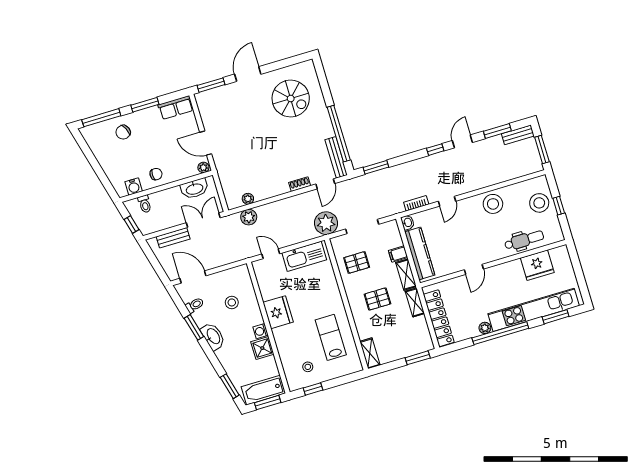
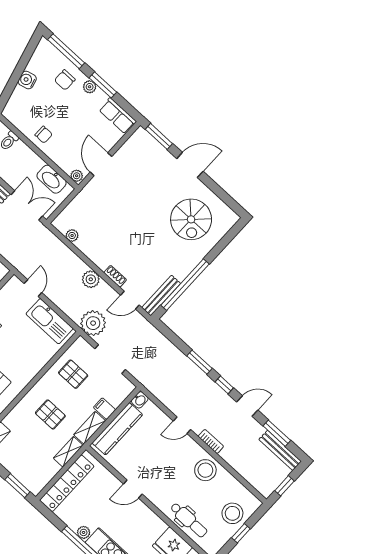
plant: (140, 116) -> (90, 87), added
chair: (123, 132) -> (65, 80), turned -65
bench: (518, 135) -> (280, 450), width x1.36
window: (542, 149) -> (285, 486), width x0.67
window: (376, 167) -> (200, 362), moved
water cooler: (134, 187) -> (27, 80), moved, turned 75
bookcase: (416, 203) -> (211, 441), moved
plant: (249, 217) -> (91, 279), moved

